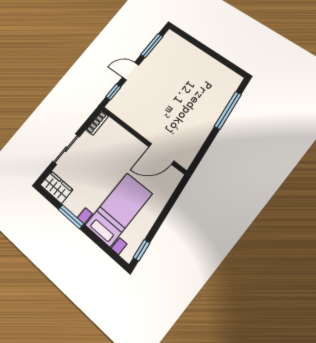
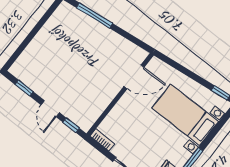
window: (152, 46) -> (24, 88), width x0.67
door: (161, 154) -> (134, 77), hinge flipped

